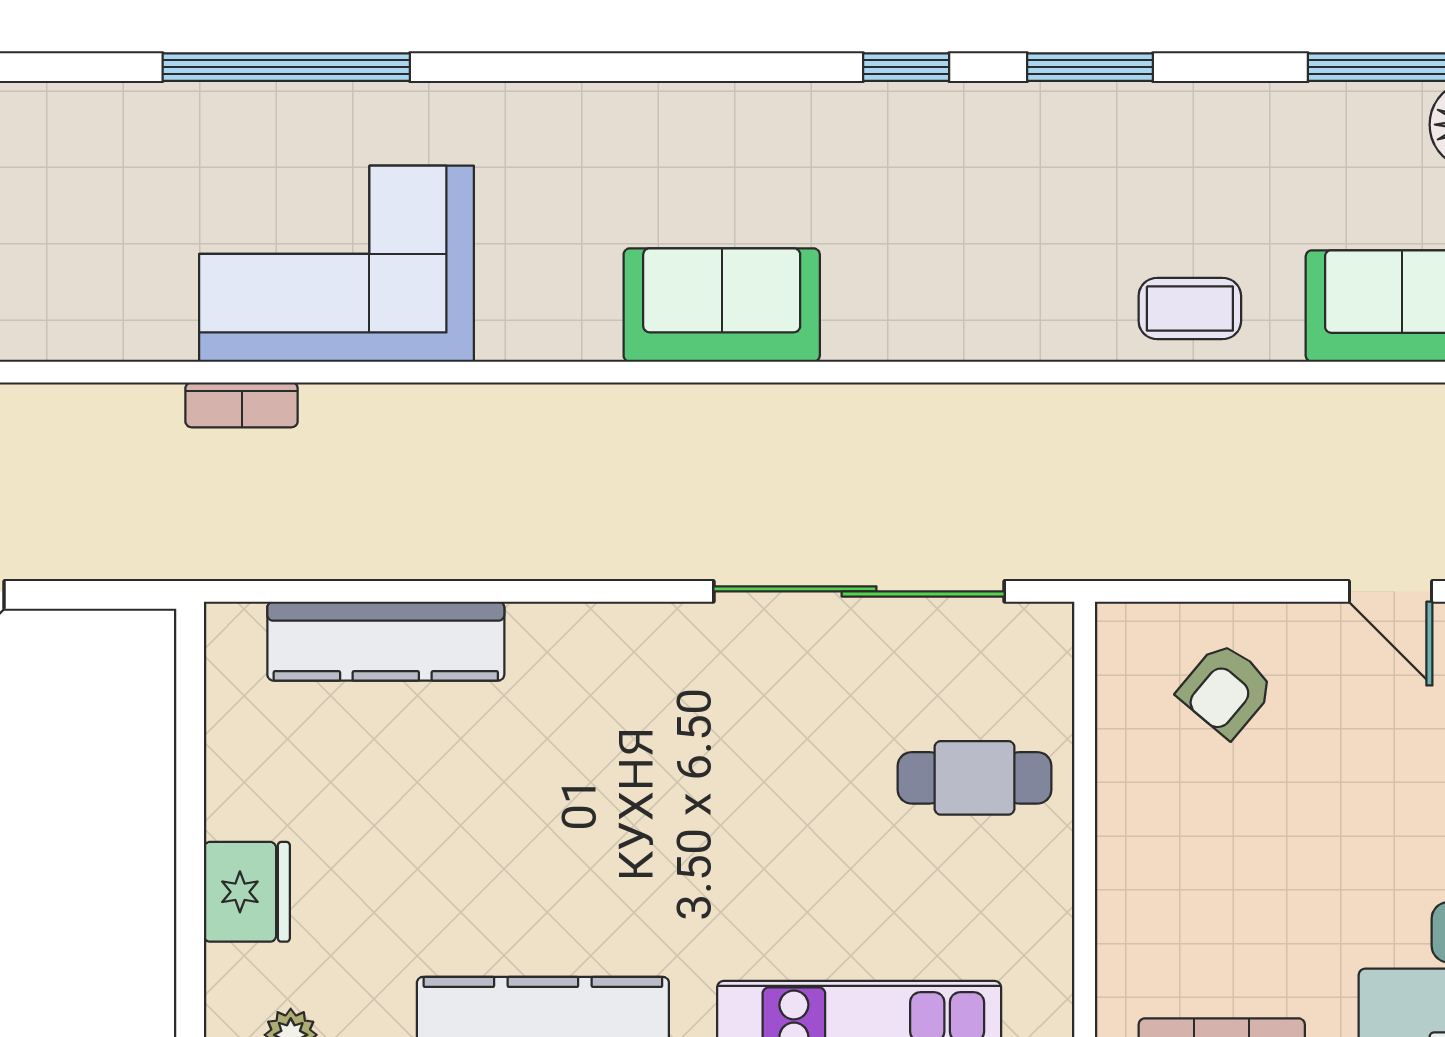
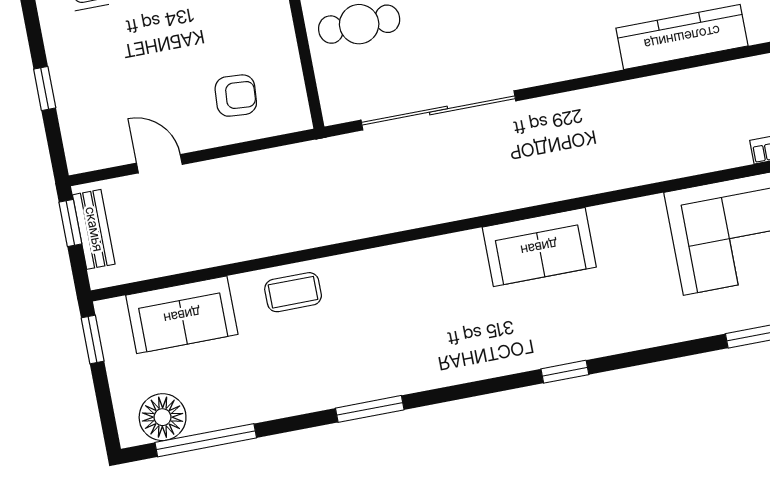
window: (906, 67) -> (565, 372), moved
armchair: (1226, 690) -> (236, 96), turned 54

